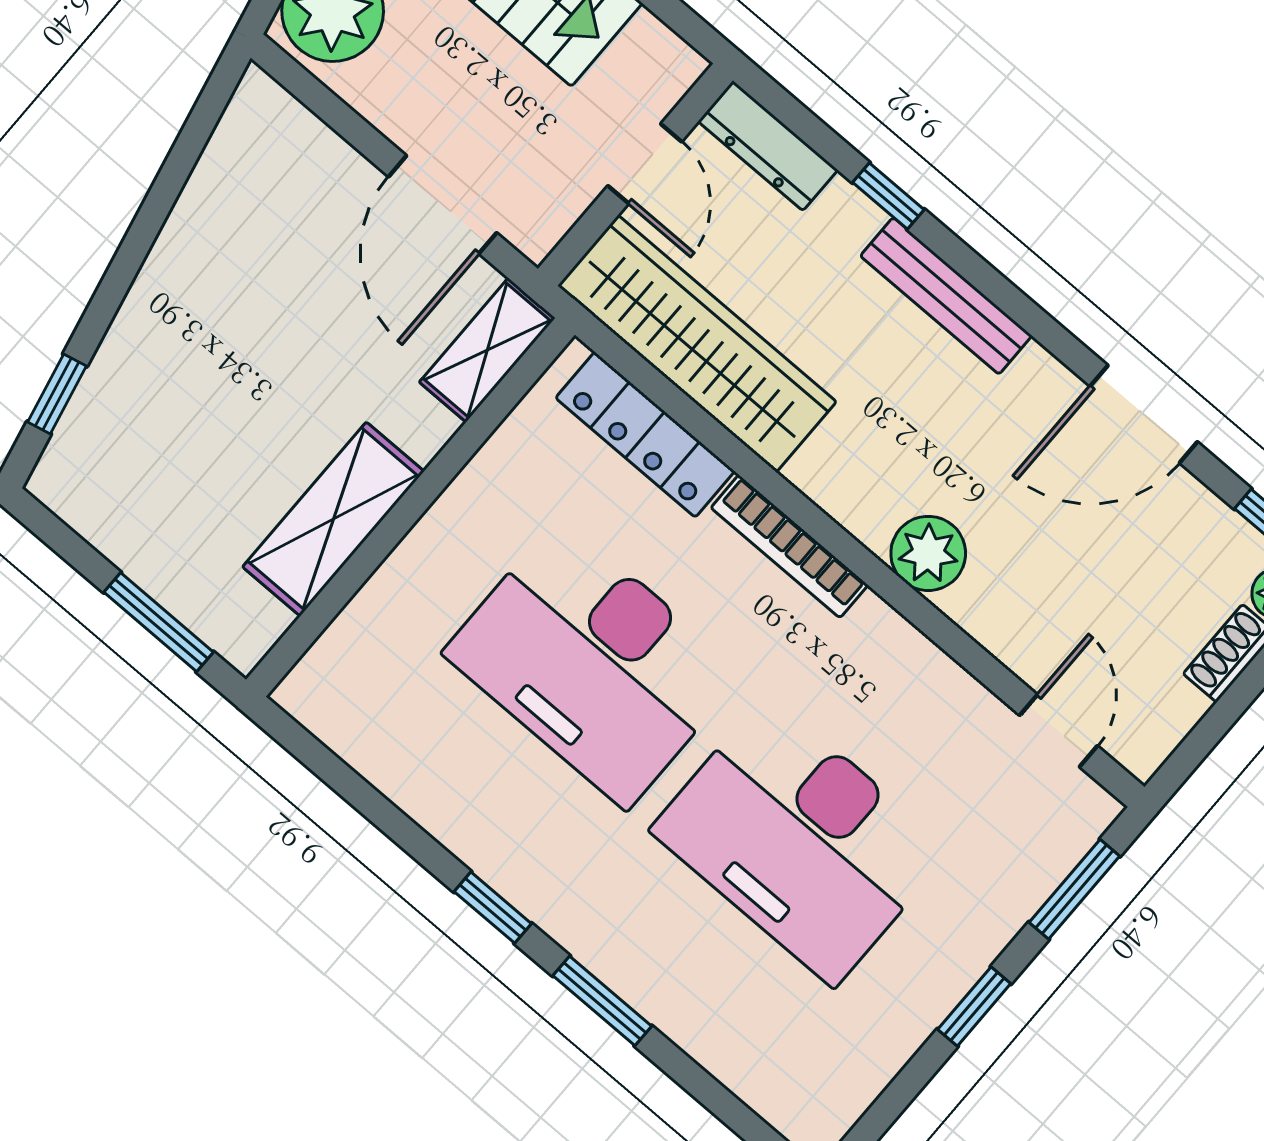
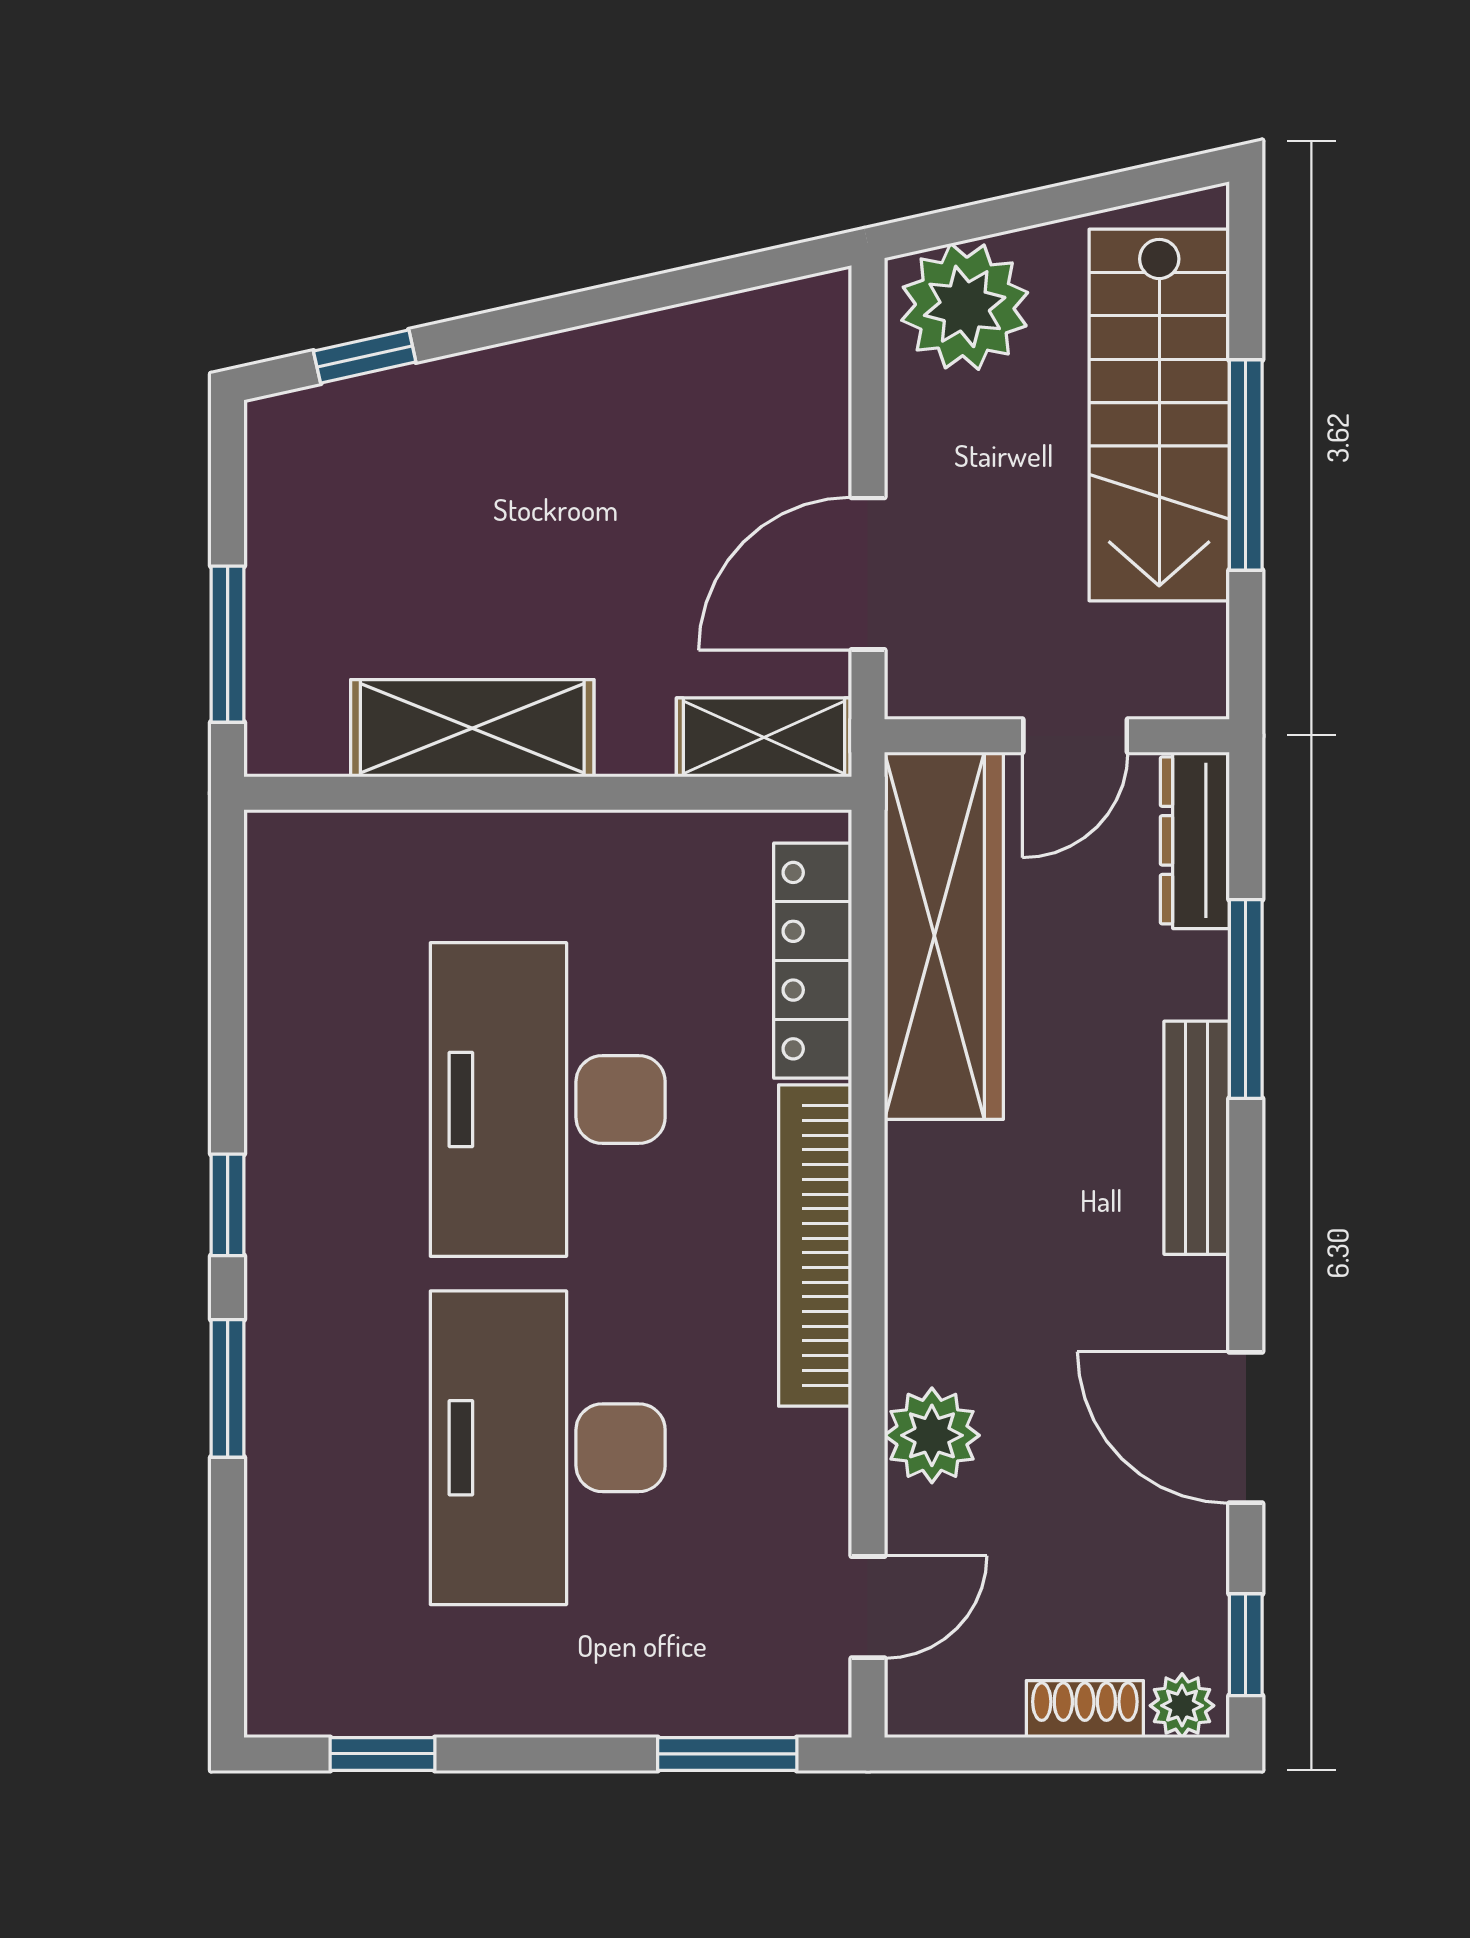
window: (888, 196) -> (1246, 999), width x2.17
bookcase: (789, 546) -> (815, 1245), width x1.48, depth x1.31
plant: (928, 553) -> (932, 1435), moved
window: (974, 1007) -> (382, 1754), moved

